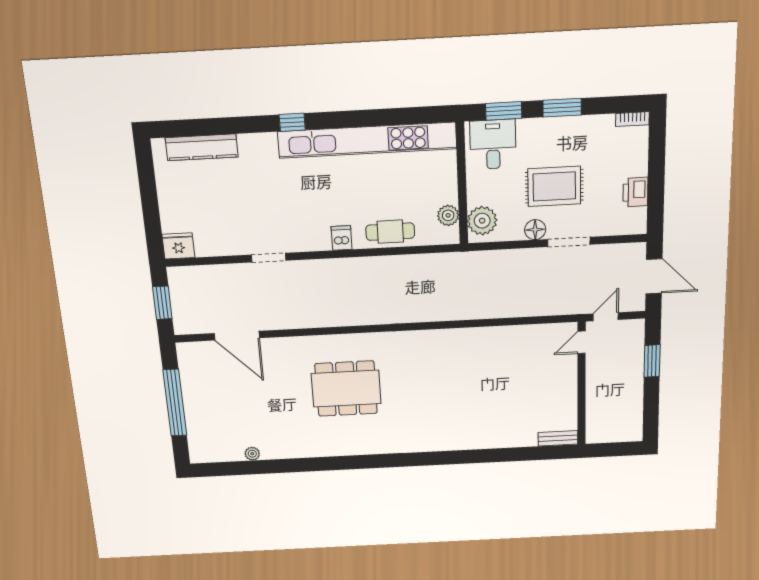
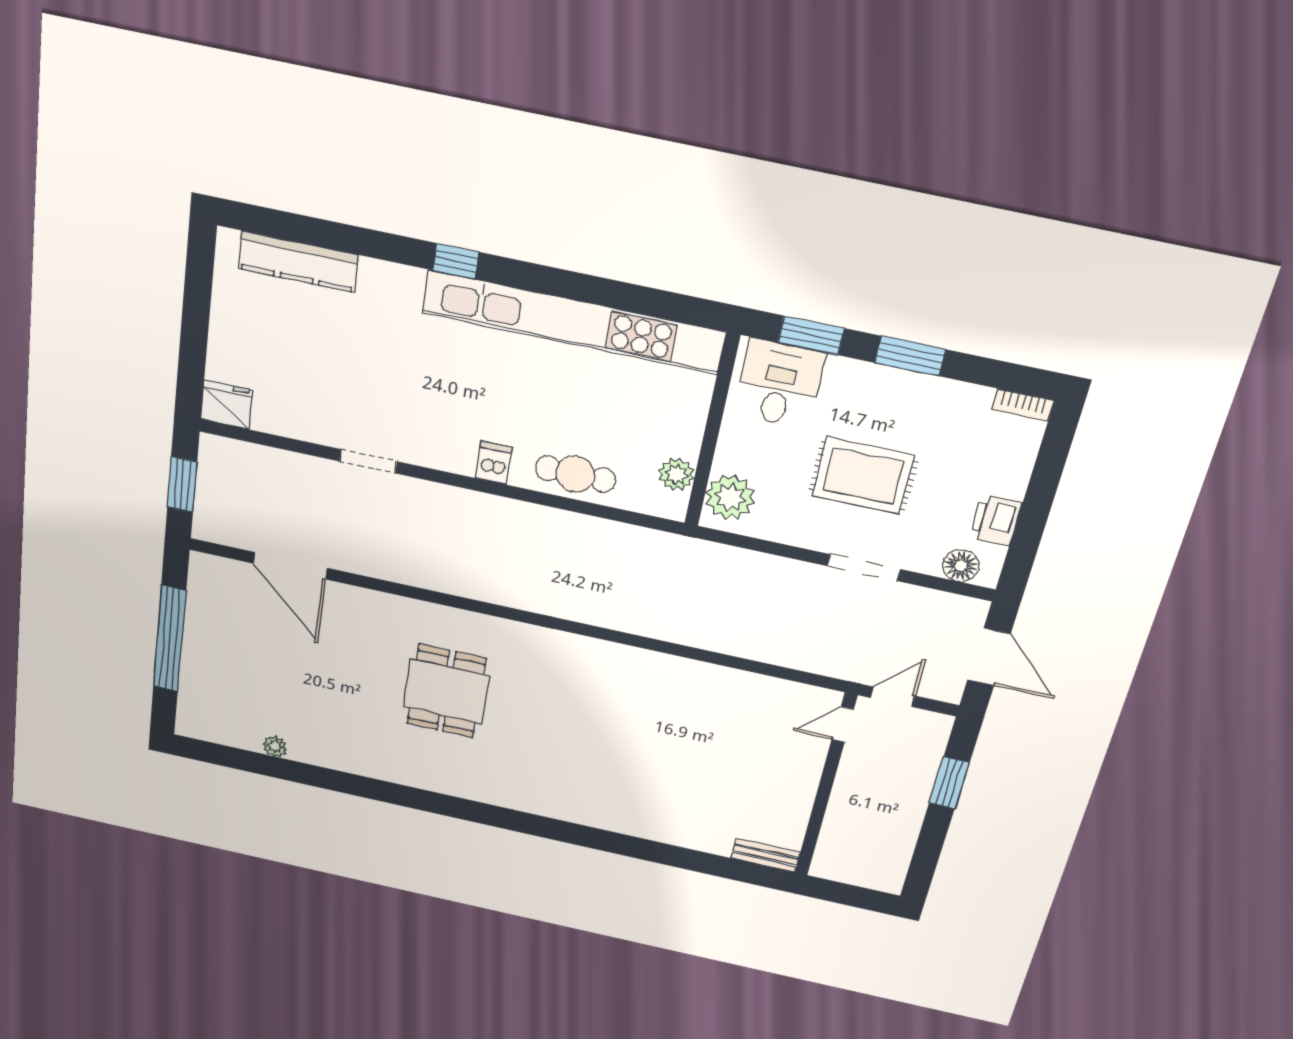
floor lamp: (535, 230) -> (961, 566), moved
dining table: (346, 389) -> (446, 691), width x0.73

